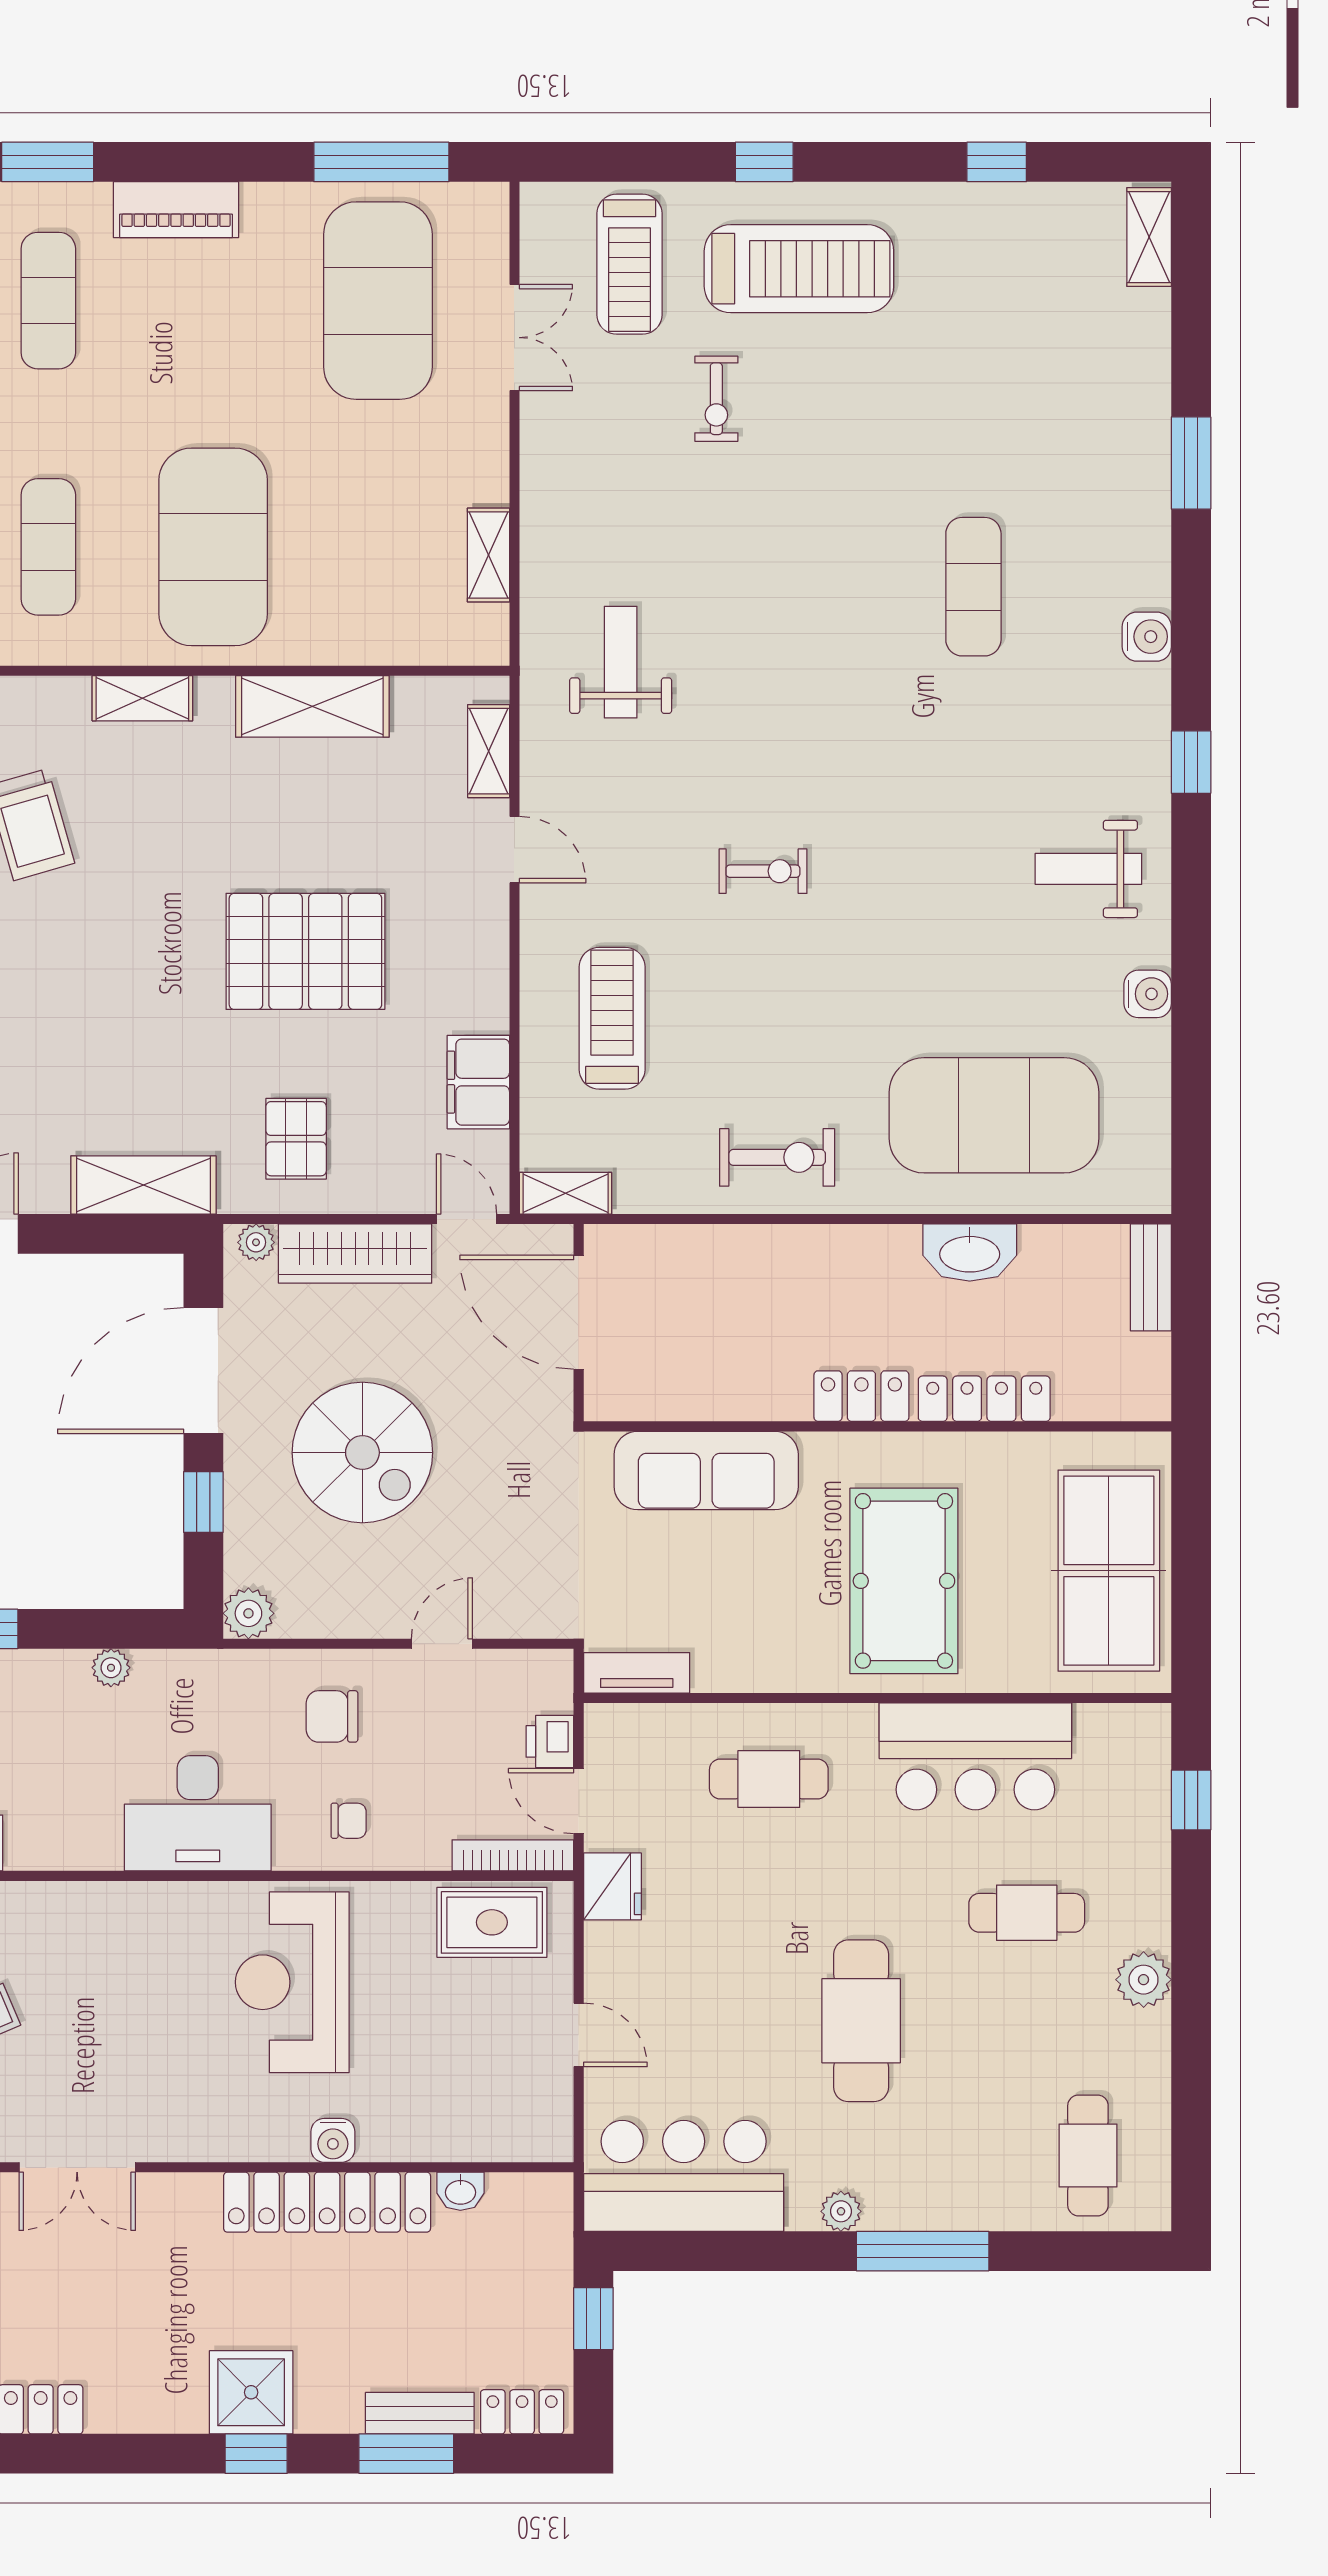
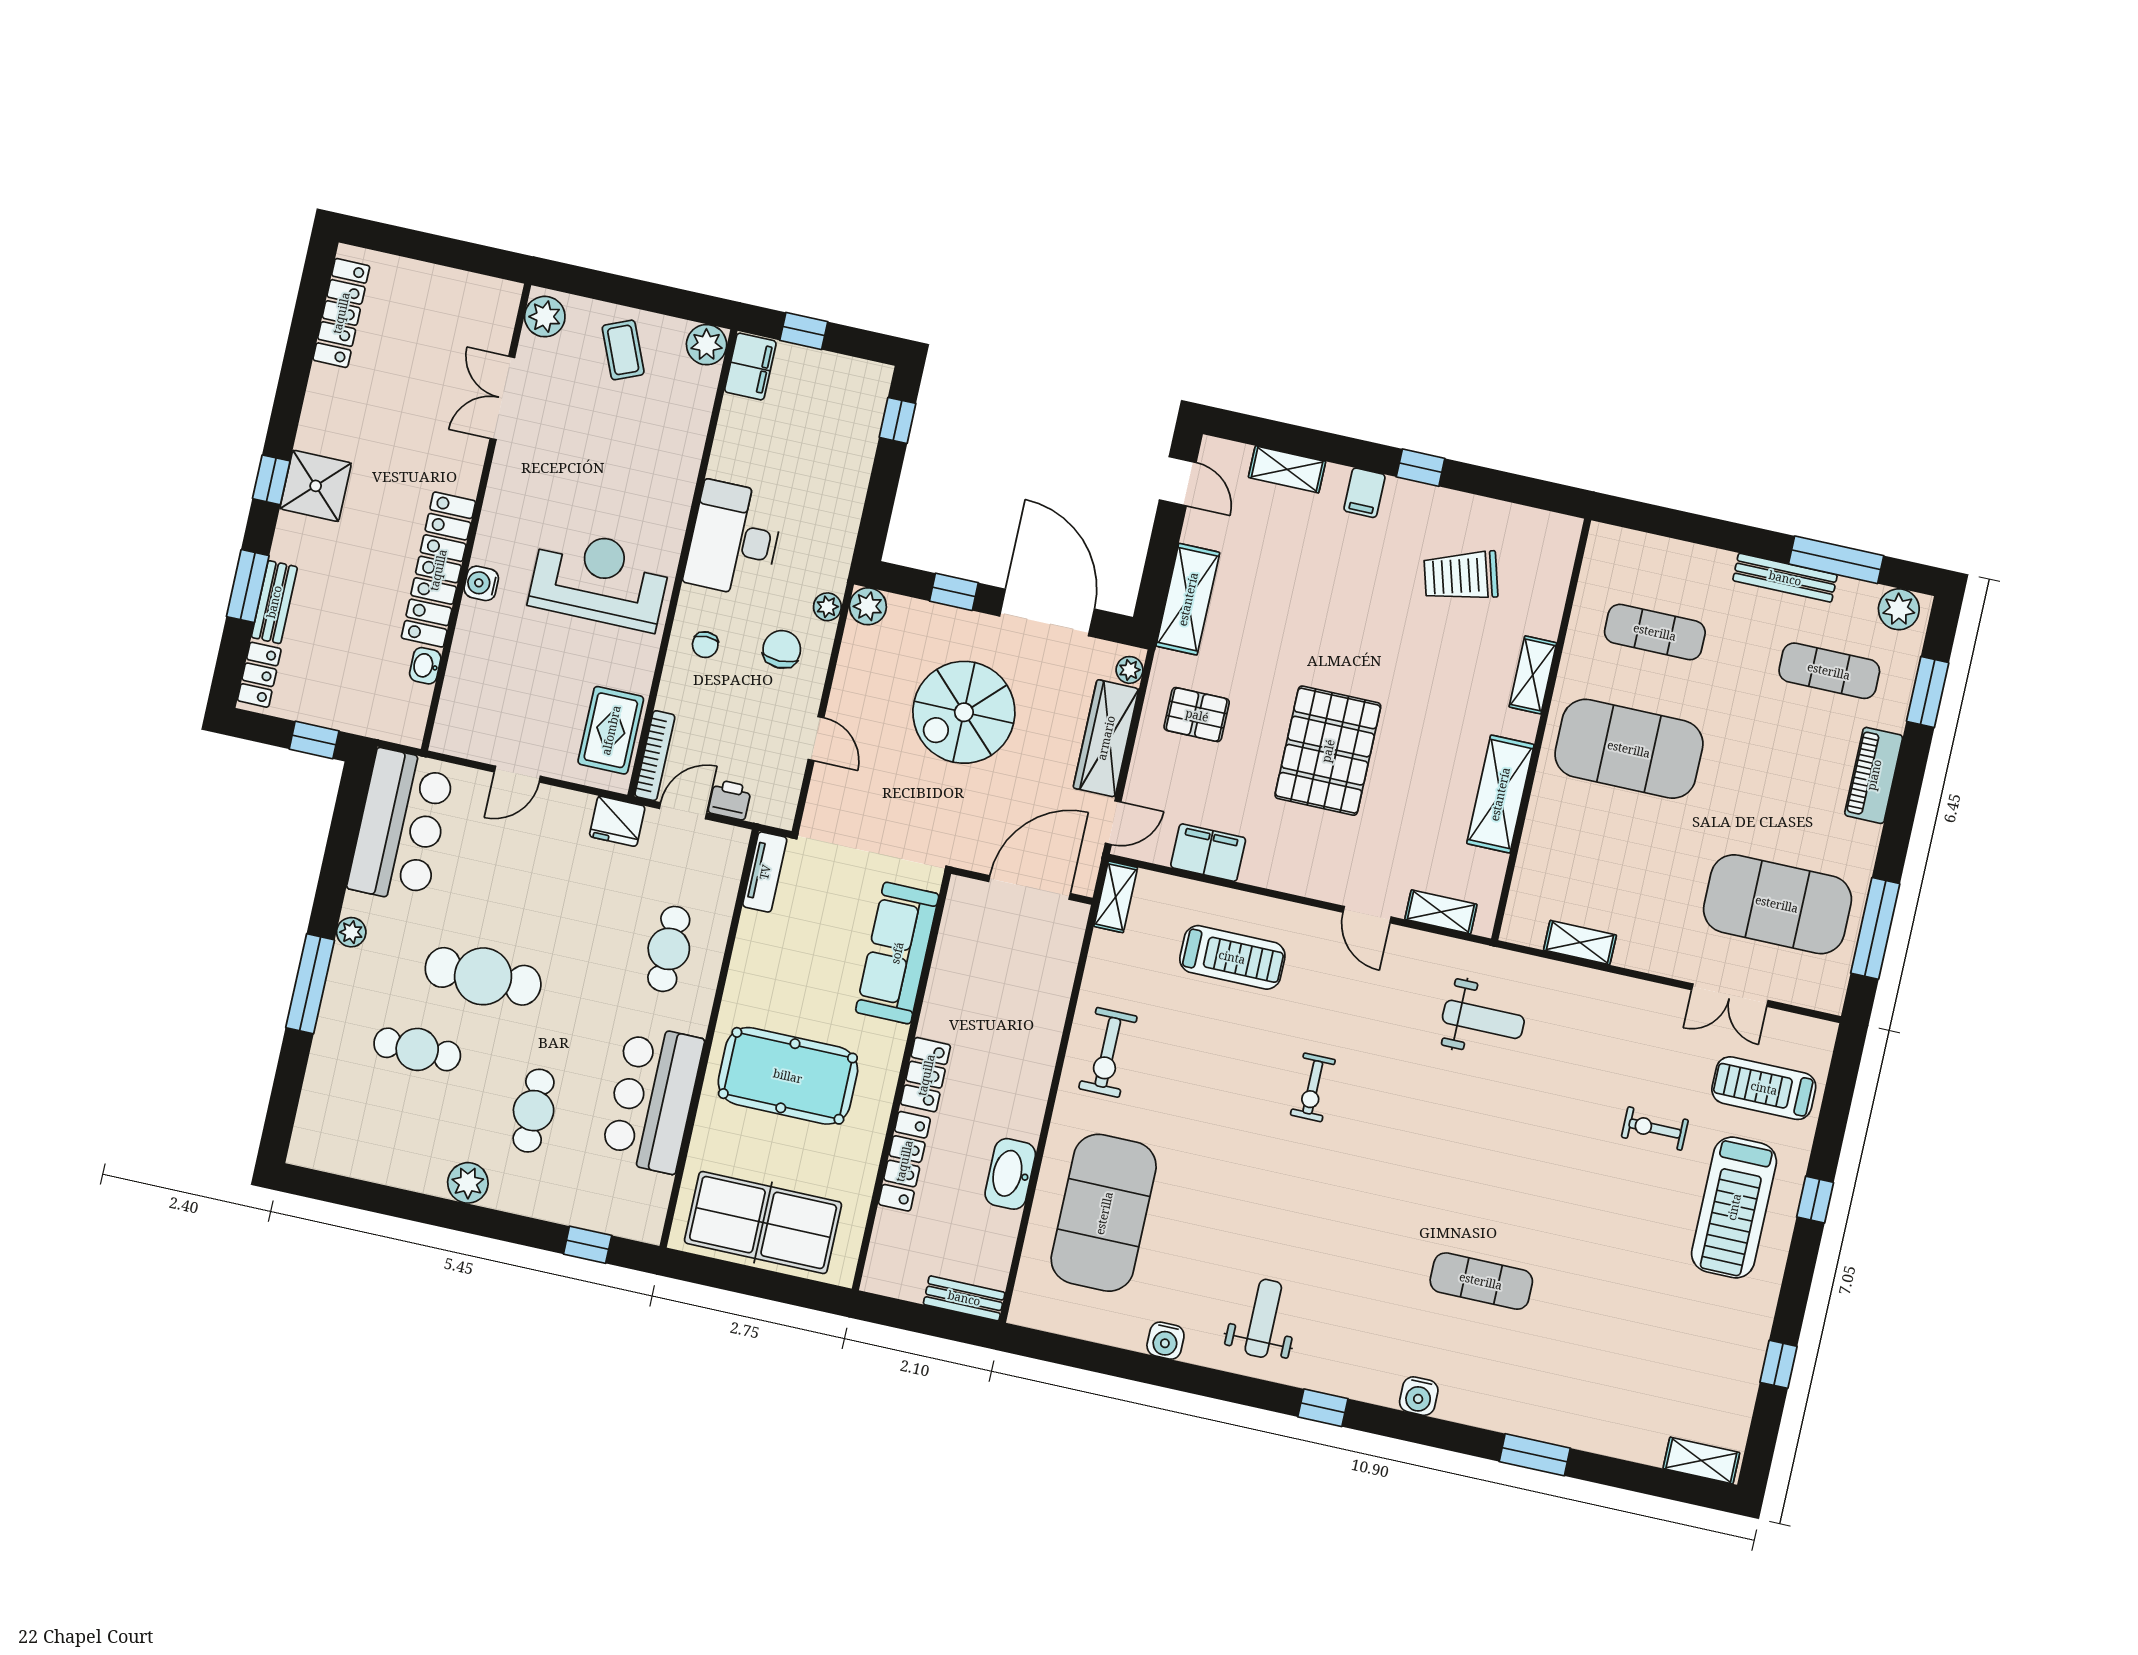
door: (514, 850) -> (1367, 915), hinge flipped
plant: (111, 1668) -> (827, 607), moved
cafe table: (1088, 2155) -> (417, 1049), moved

